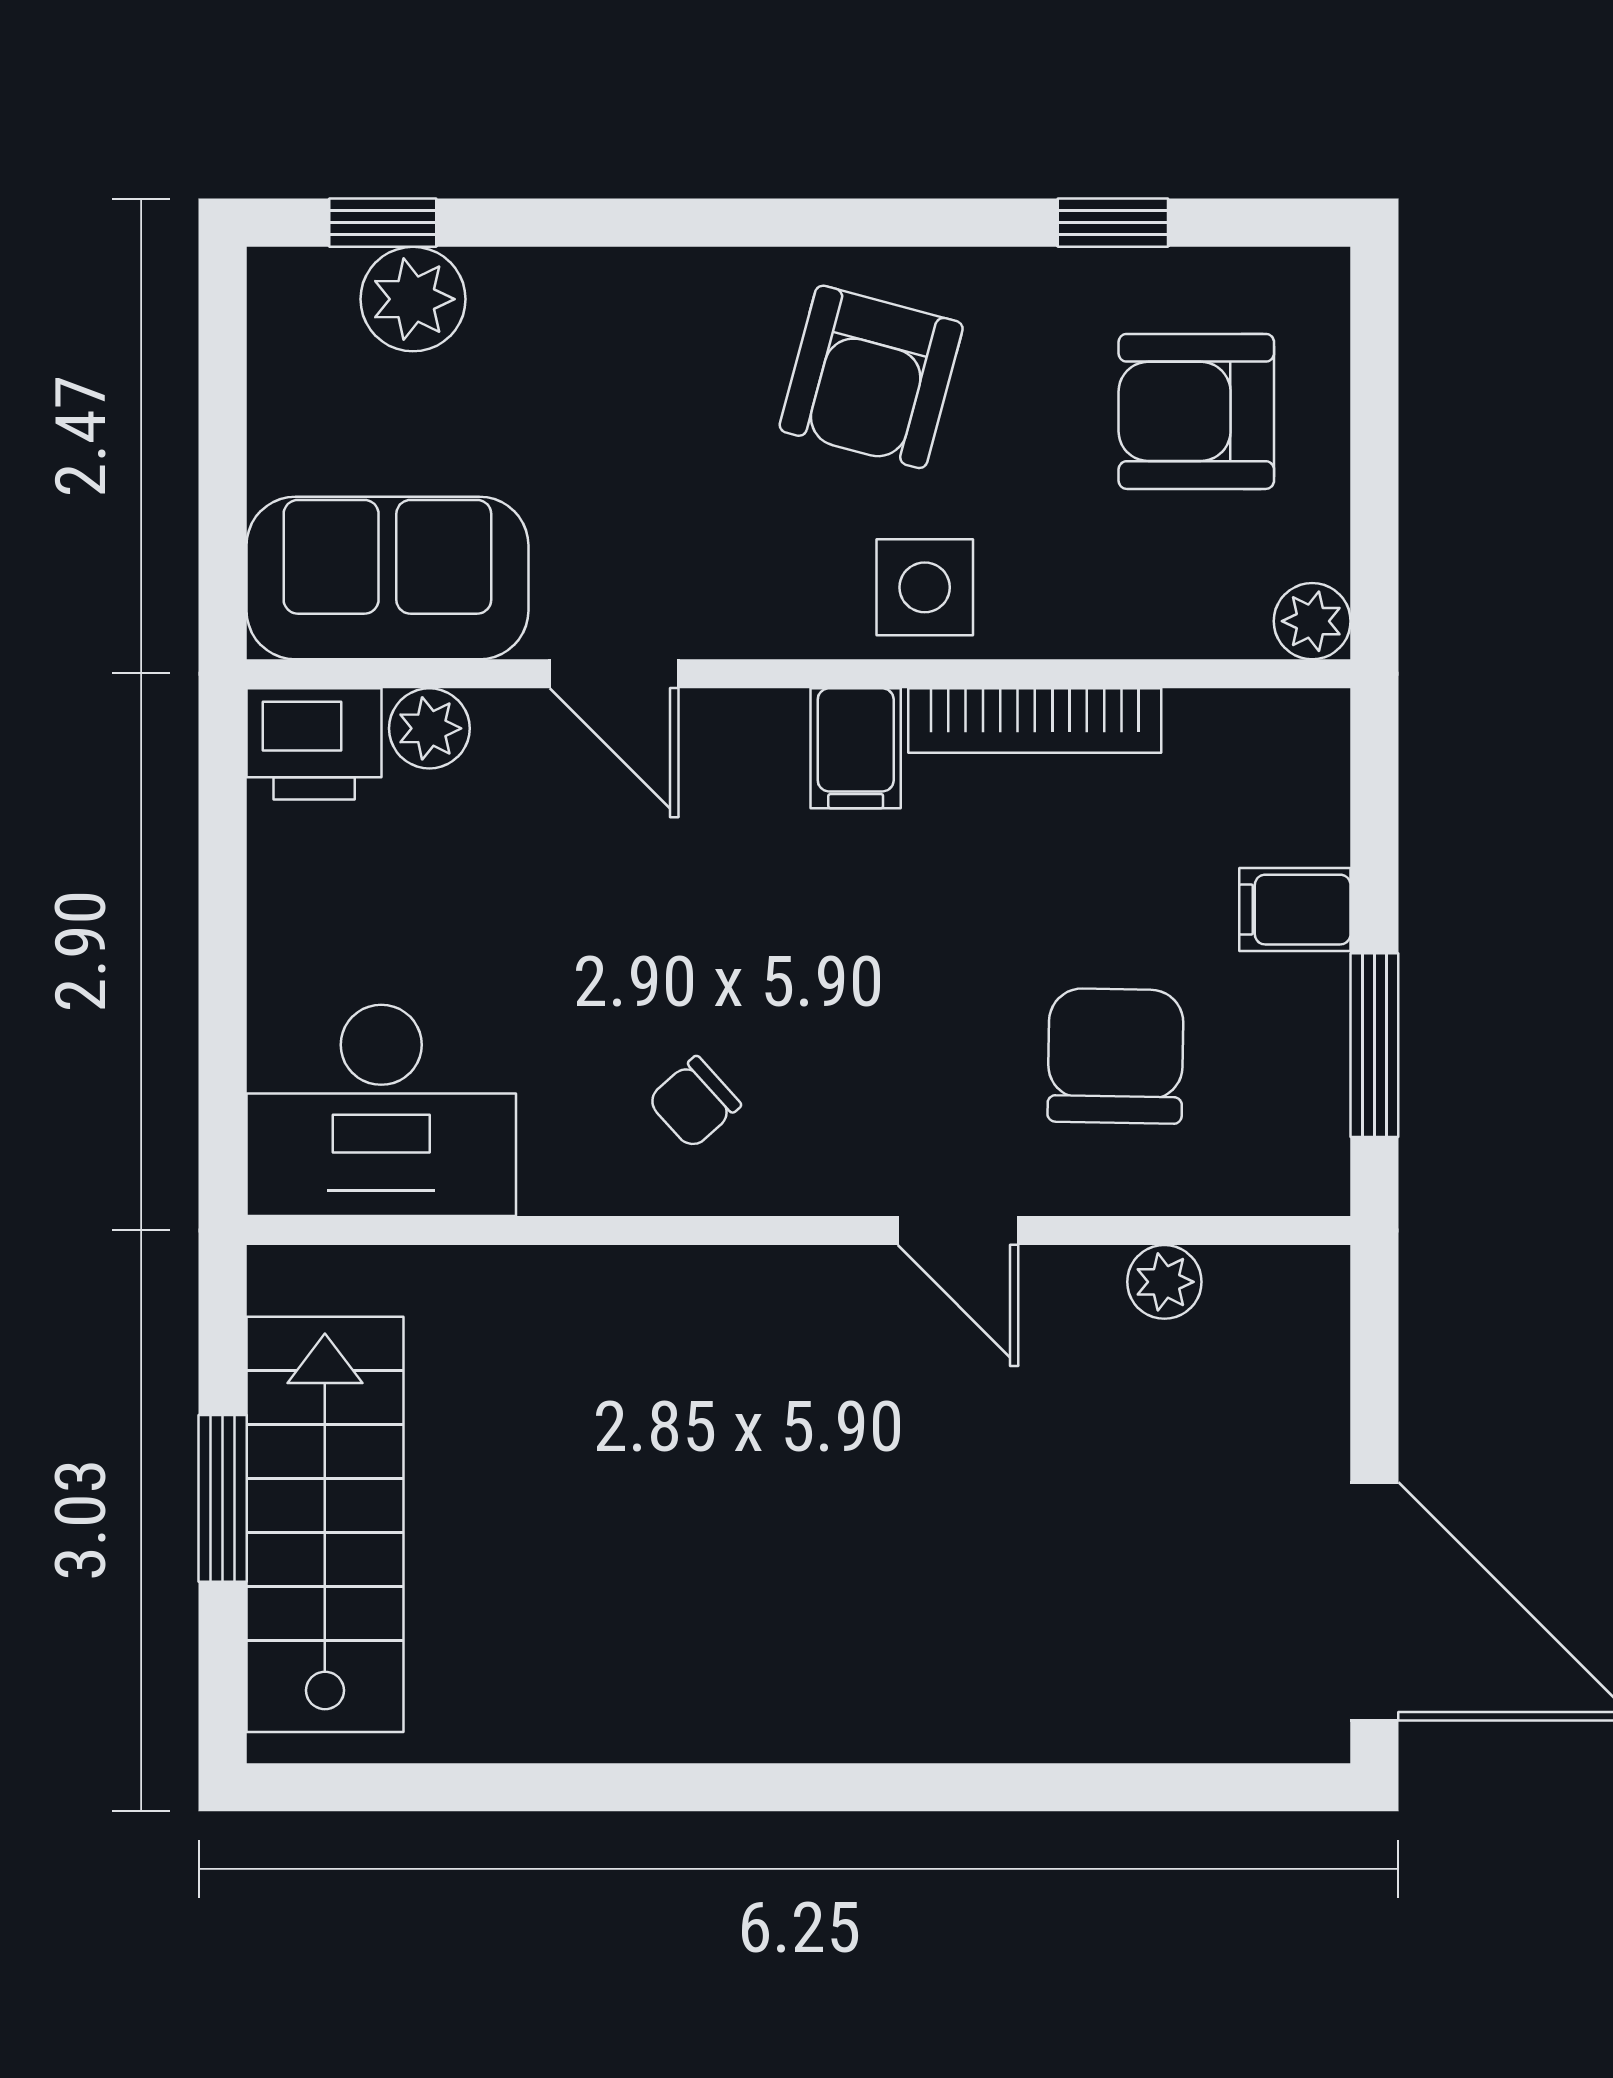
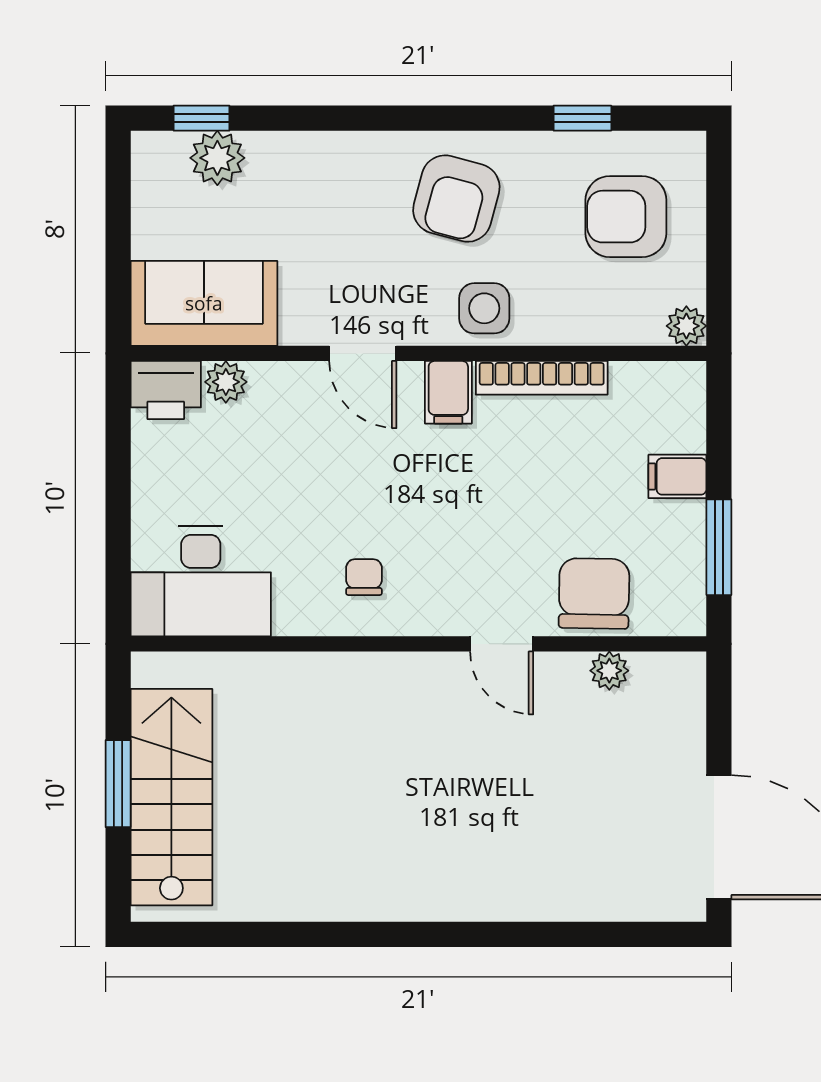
door: (614, 674) -> (363, 353), moved
chair: (1116, 1056) -> (594, 594), moved
chair: (694, 1103) -> (364, 577), turned 132

